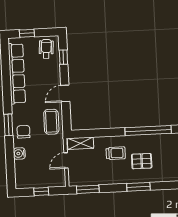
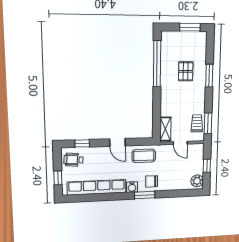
water cooler: (19, 153) -> (132, 187), moved
trolley: (116, 153) -> (197, 123), moved
plant: (24, 182) -> (197, 181), added

